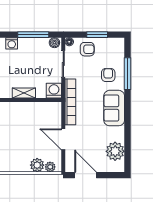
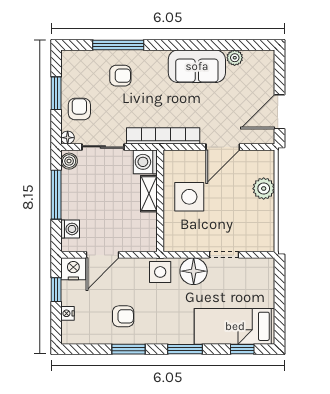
armchair: (108, 75) -> (120, 76), turned 180
shelving: (24, 93) -> (149, 194), moved
sofa: (114, 108) -> (197, 66), moved
side table: (32, 118) -> (189, 197), added
plant: (115, 151) -> (235, 58), width x0.53, depth x0.53
plant: (50, 167) -> (266, 168), removed

